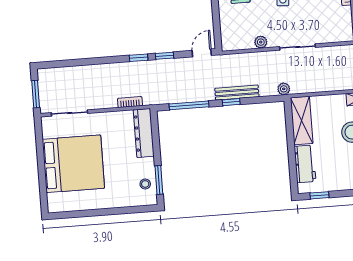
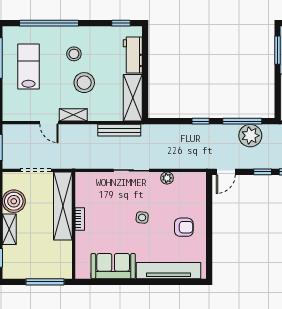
plant: (284, 89) -> (250, 136), moved, width x1.87, depth x1.87
bench: (237, 93) -> (119, 130), moved

